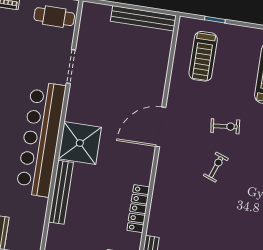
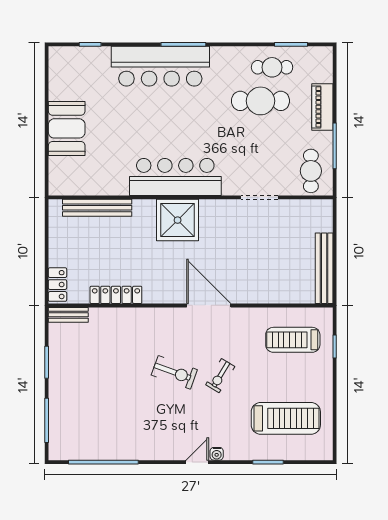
exercise bike: (225, 126) -> (220, 376), turned 37
bar counter: (41, 139) -> (175, 177), width x0.73
exercise bike: (216, 167) -> (174, 372), width x1.38, depth x1.39
bench: (61, 192) -> (97, 208), moved

